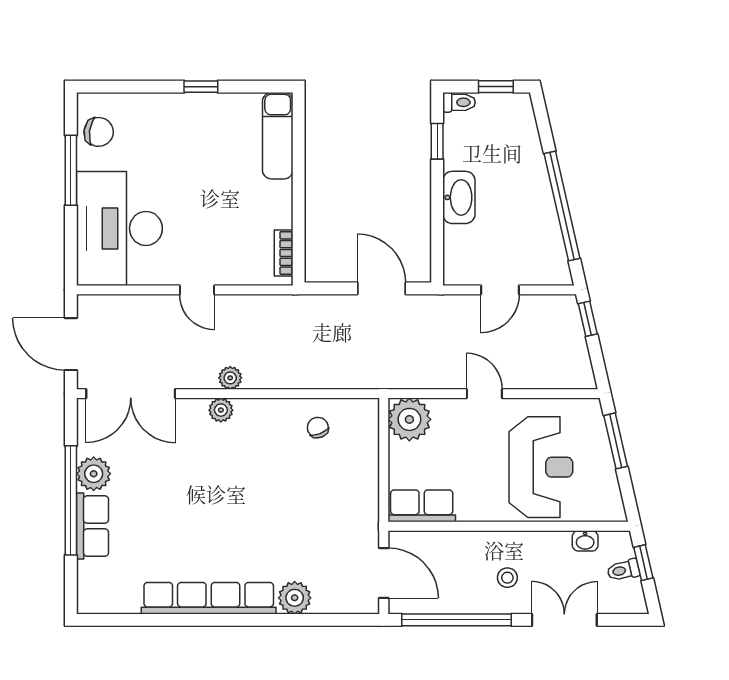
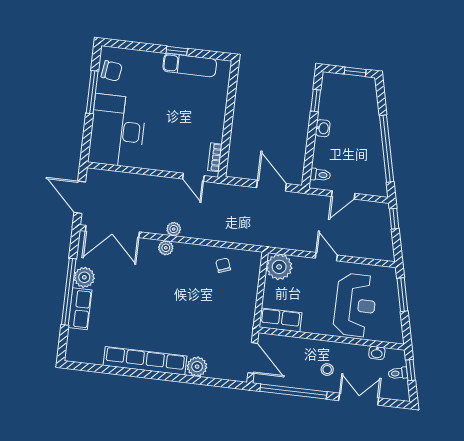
toilet: (459, 102) -> (320, 175), moved
exam couch: (278, 136) -> (190, 65), moved, turned -90
washbasin: (459, 197) -> (323, 128), width x0.52, depth x0.69
door: (197, 290) -> (193, 177), moved

